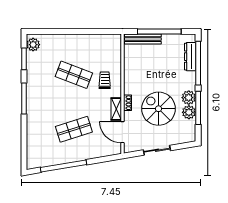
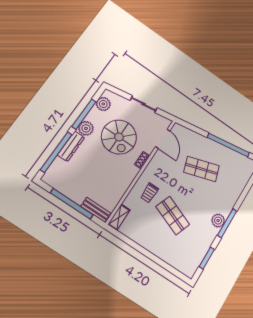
bench: (143, 39) -> (96, 210), width x0.73
plant: (33, 45) -> (218, 221), moved
dresser: (190, 57) -> (71, 146), moved
shelving: (116, 109) -> (119, 217), moved
plant: (189, 112) -> (103, 104), moved

